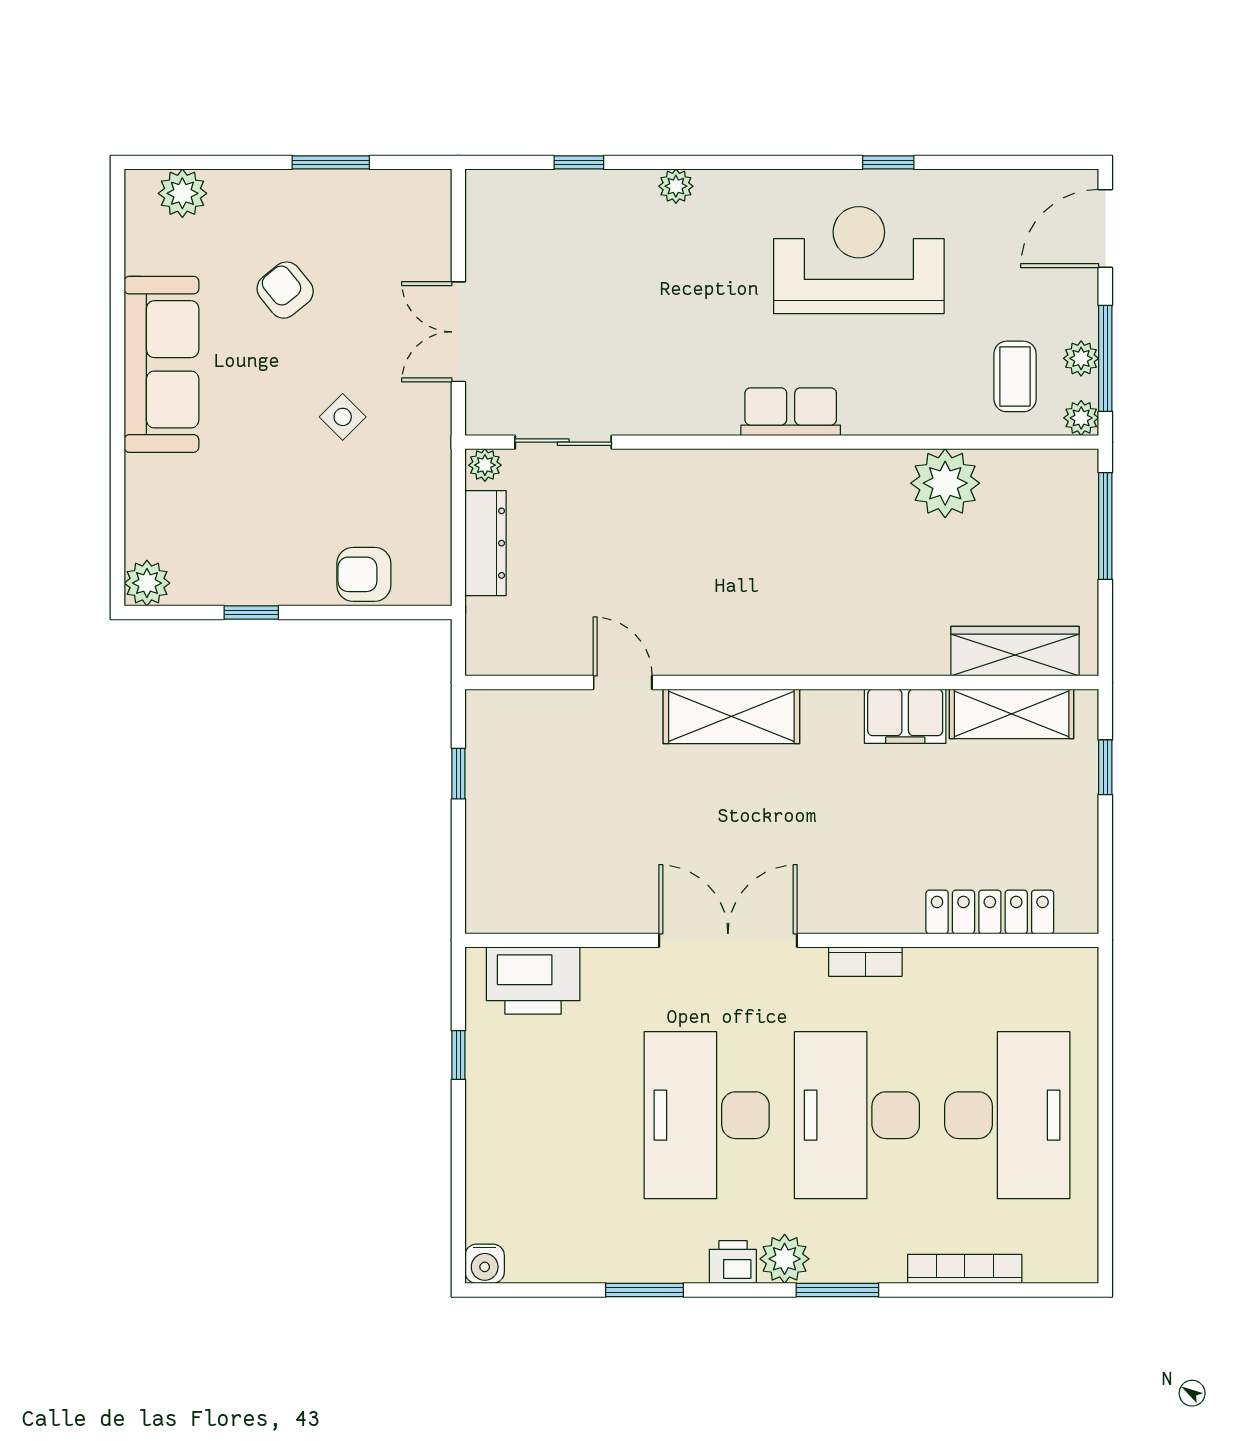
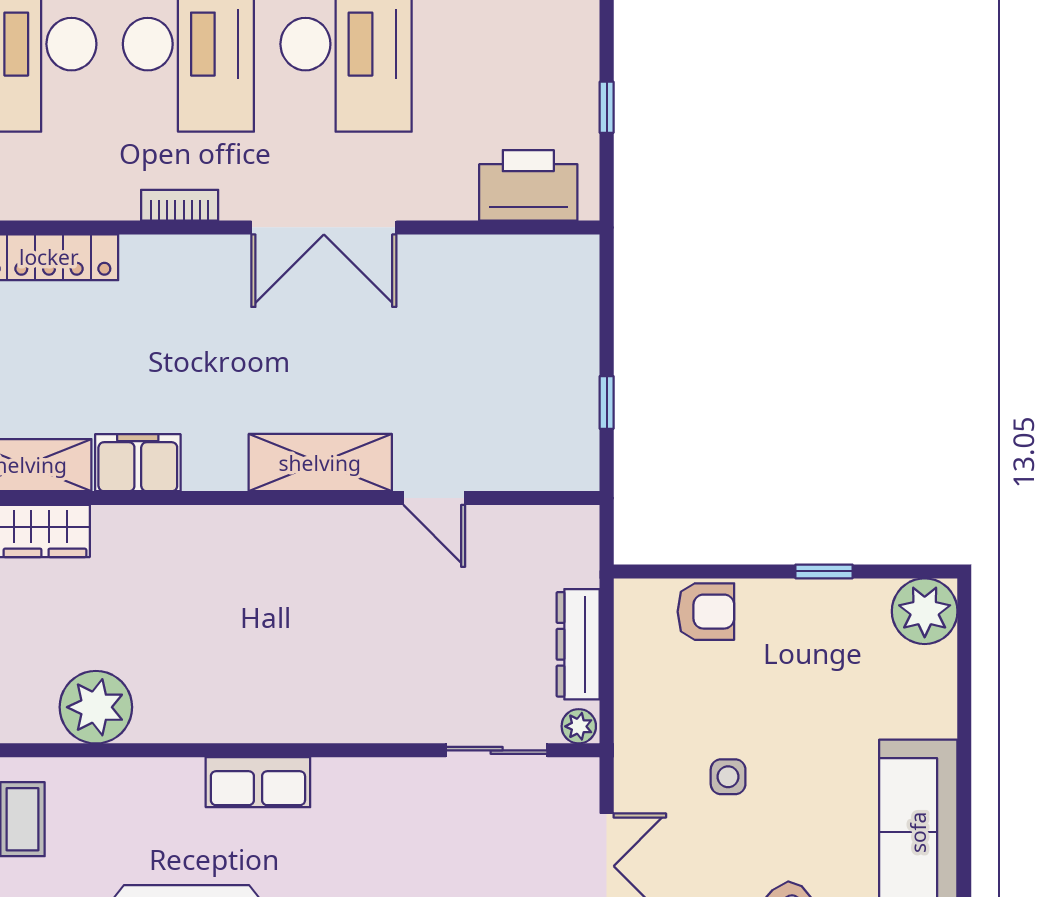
side table: (343, 417) -> (728, 777), turned 45
plant: (147, 583) -> (925, 611), width x1.36, depth x1.36

